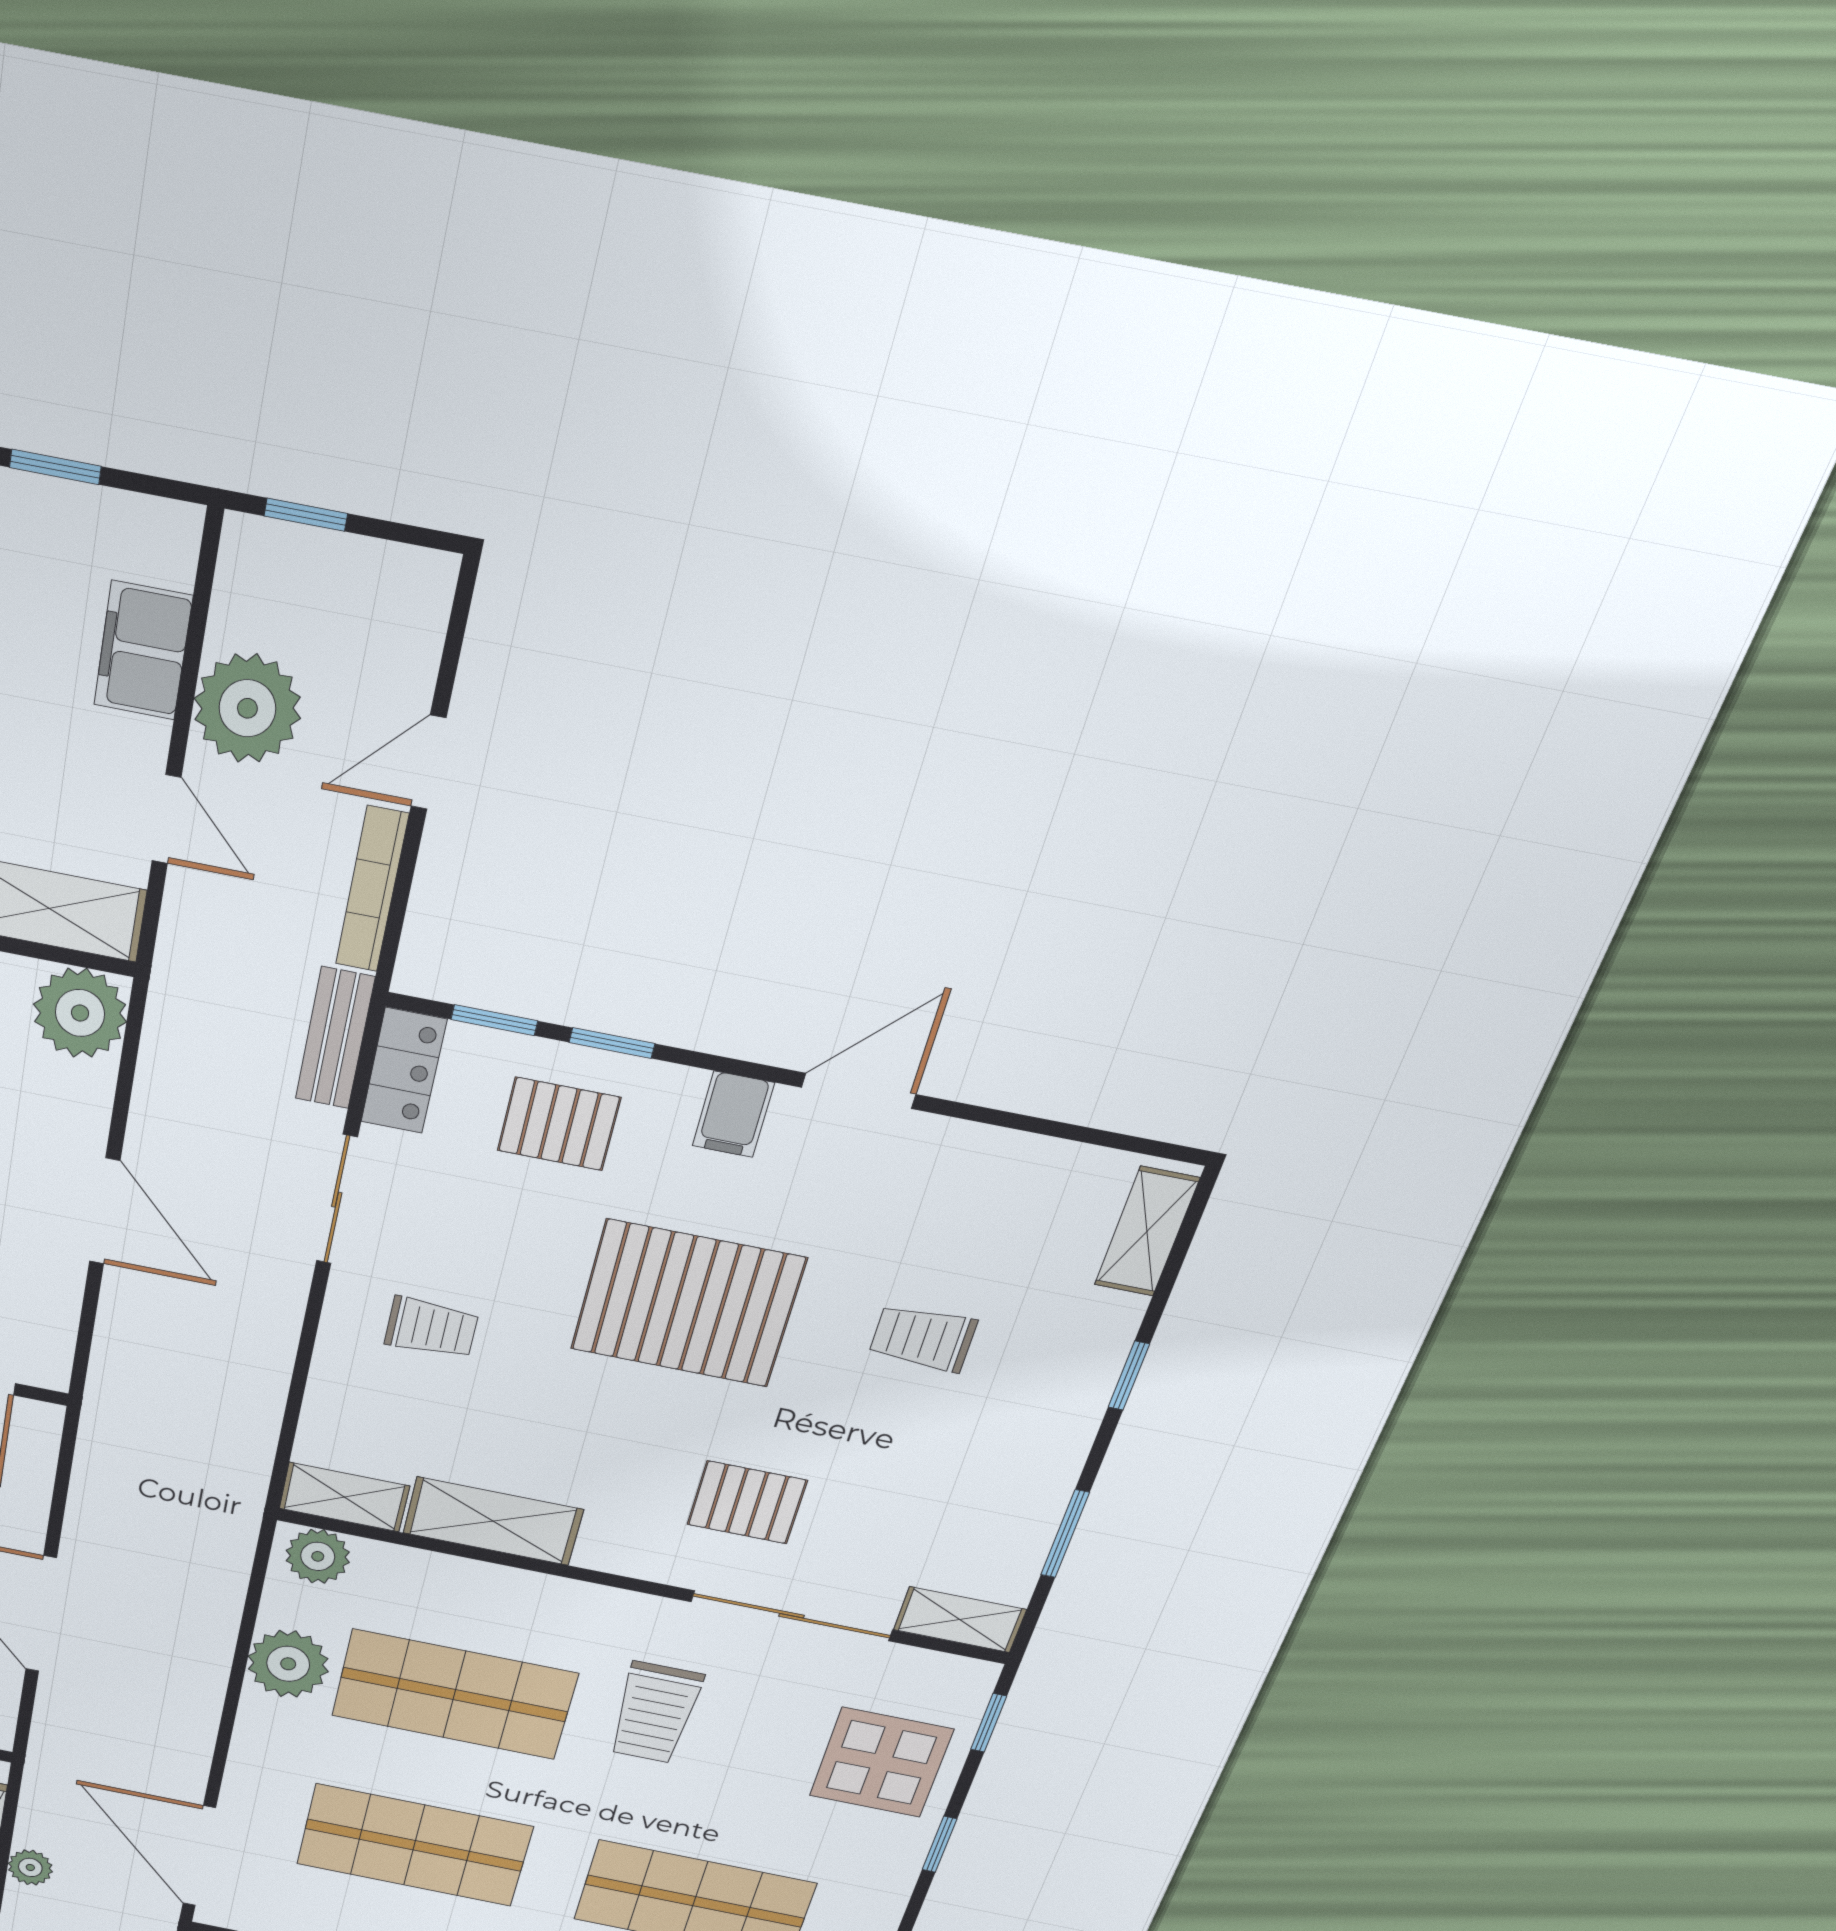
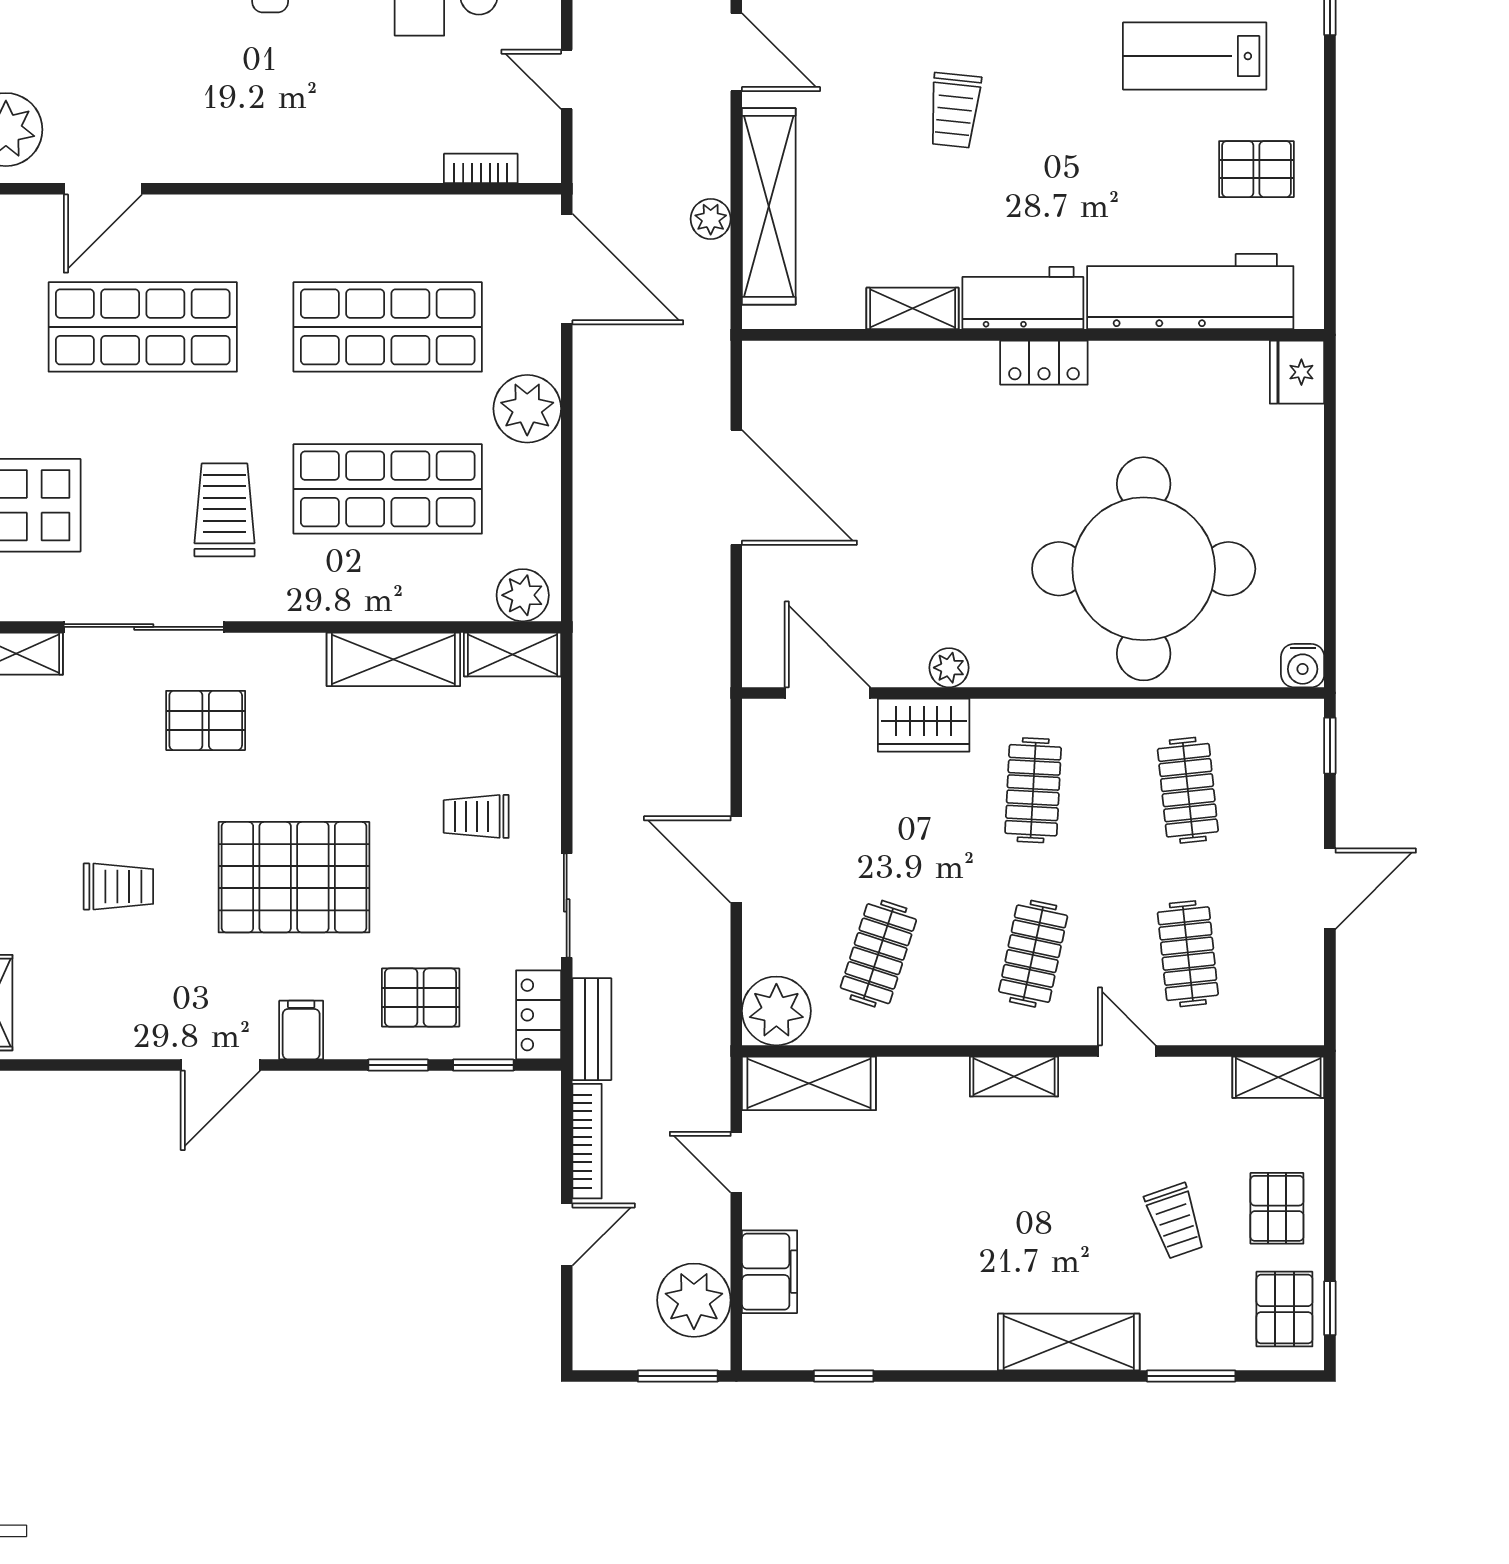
window: (306, 515) -> (678, 1376), width x1.50
plant: (247, 708) -> (694, 1300), moved
plant: (288, 1664) -> (527, 409), moved

